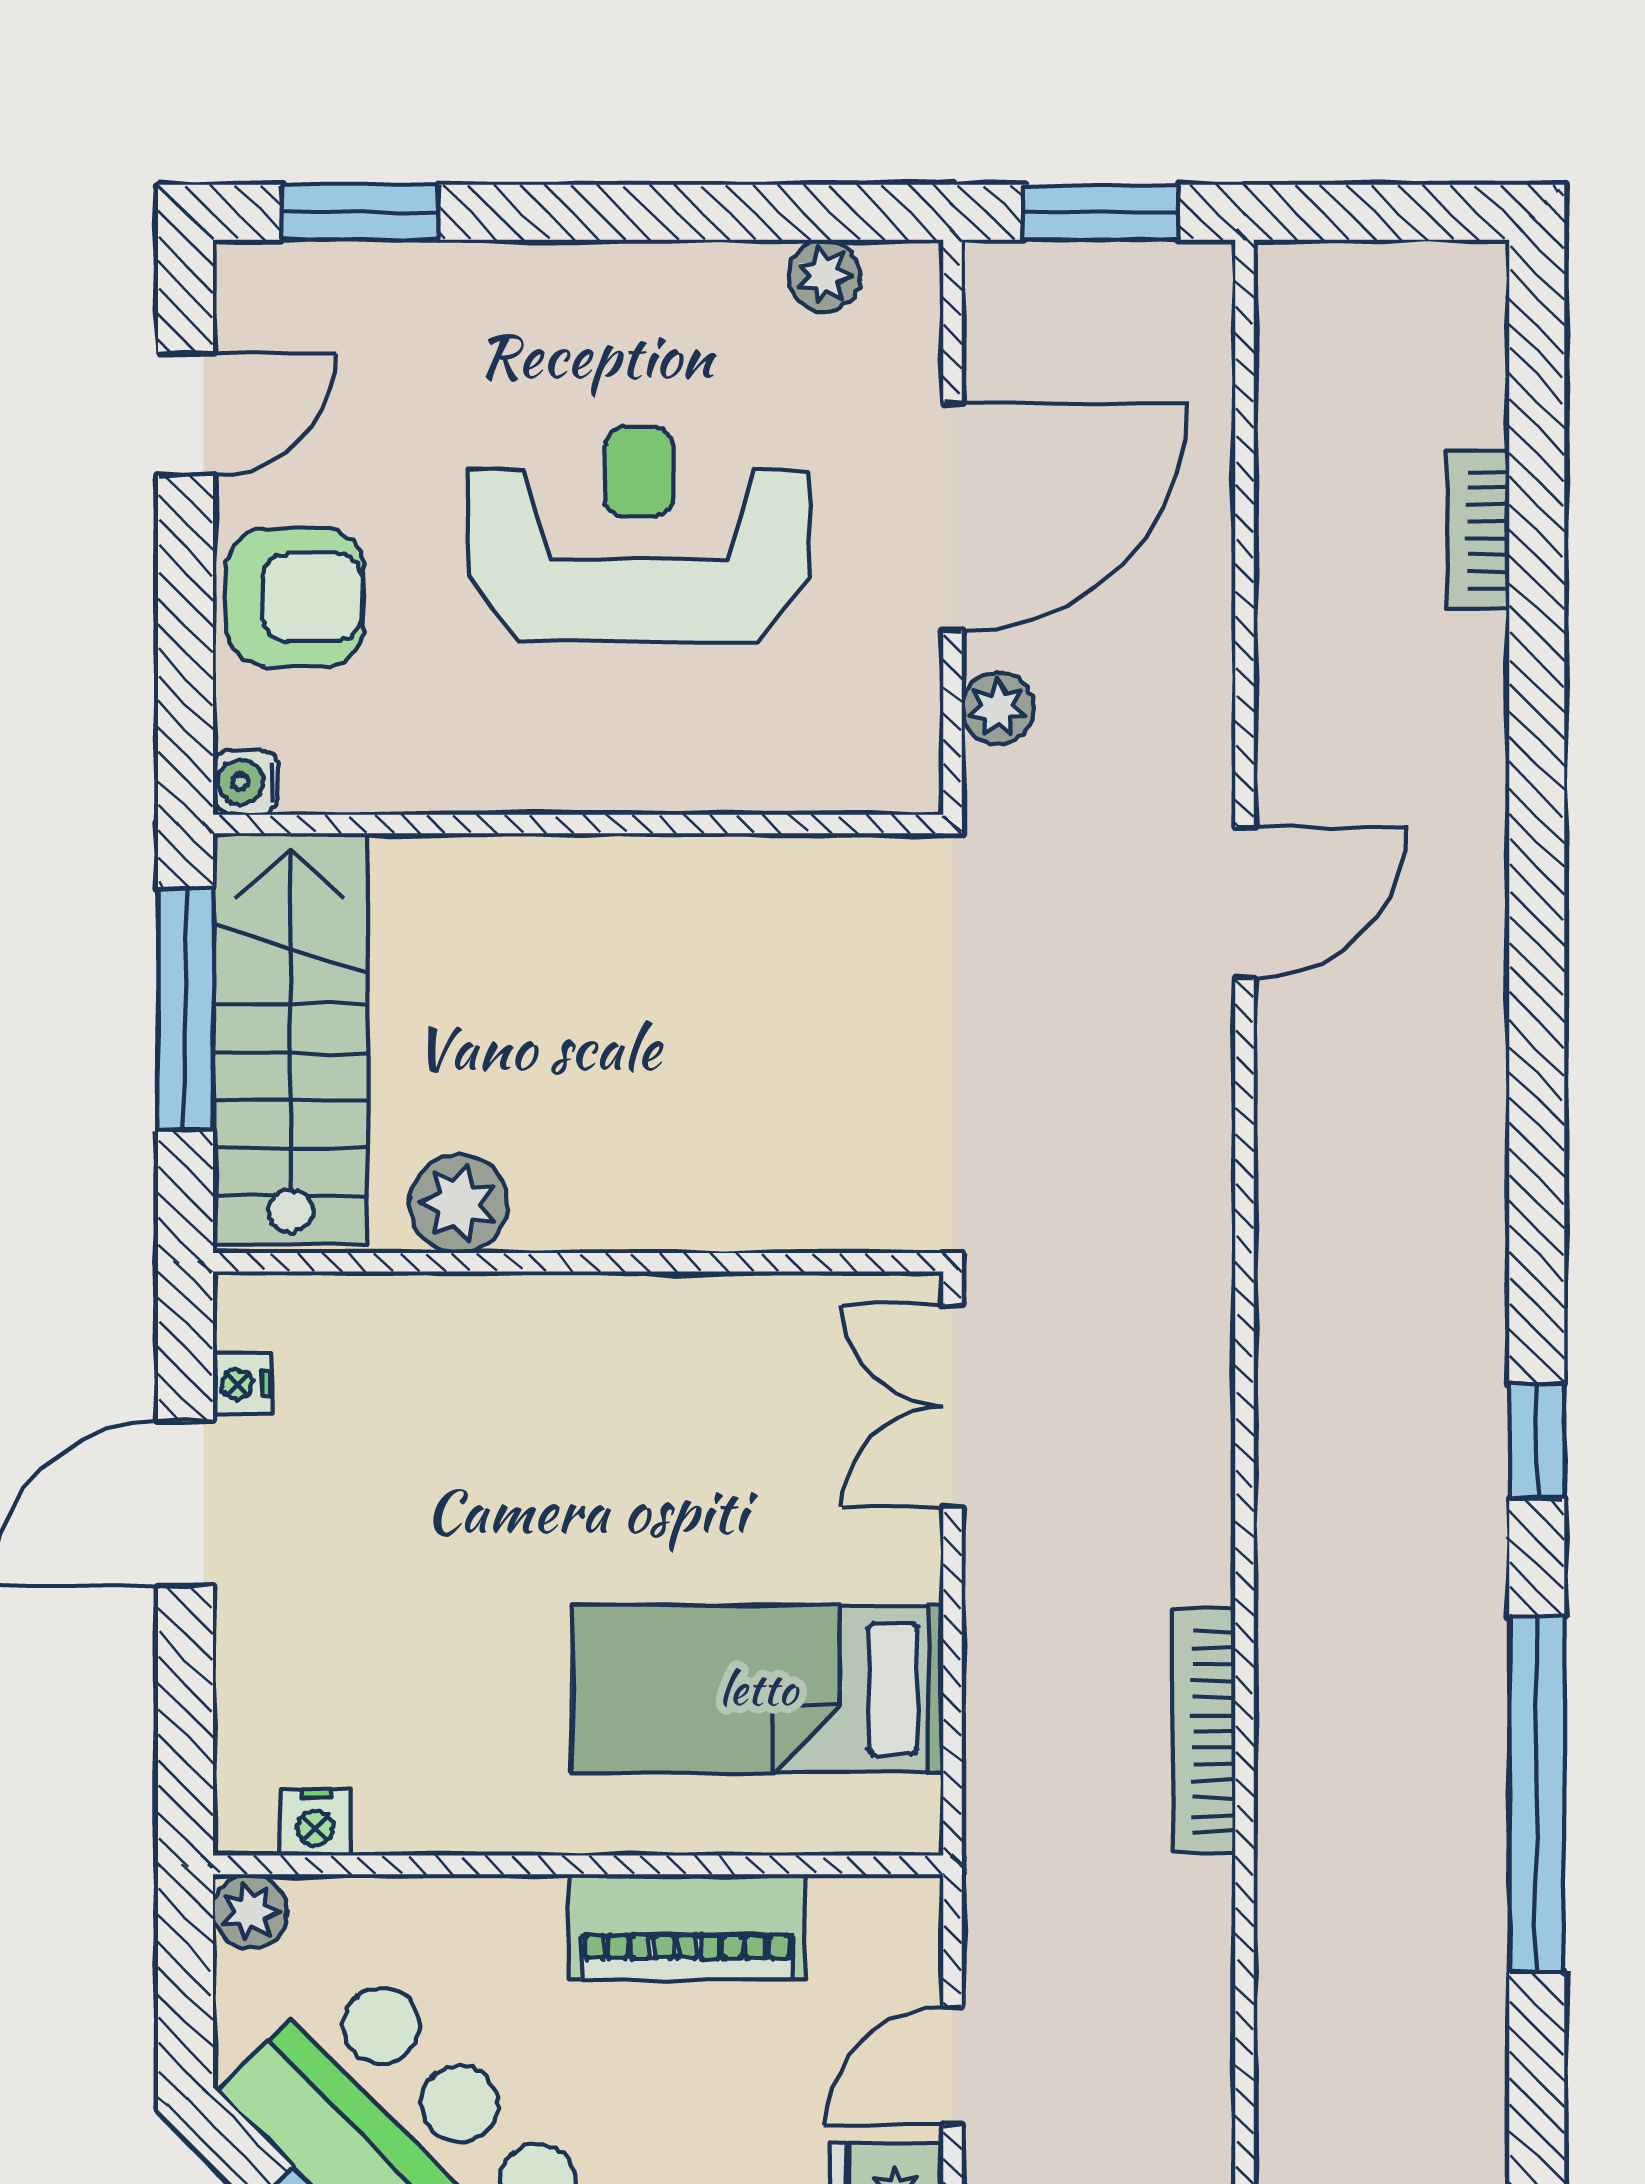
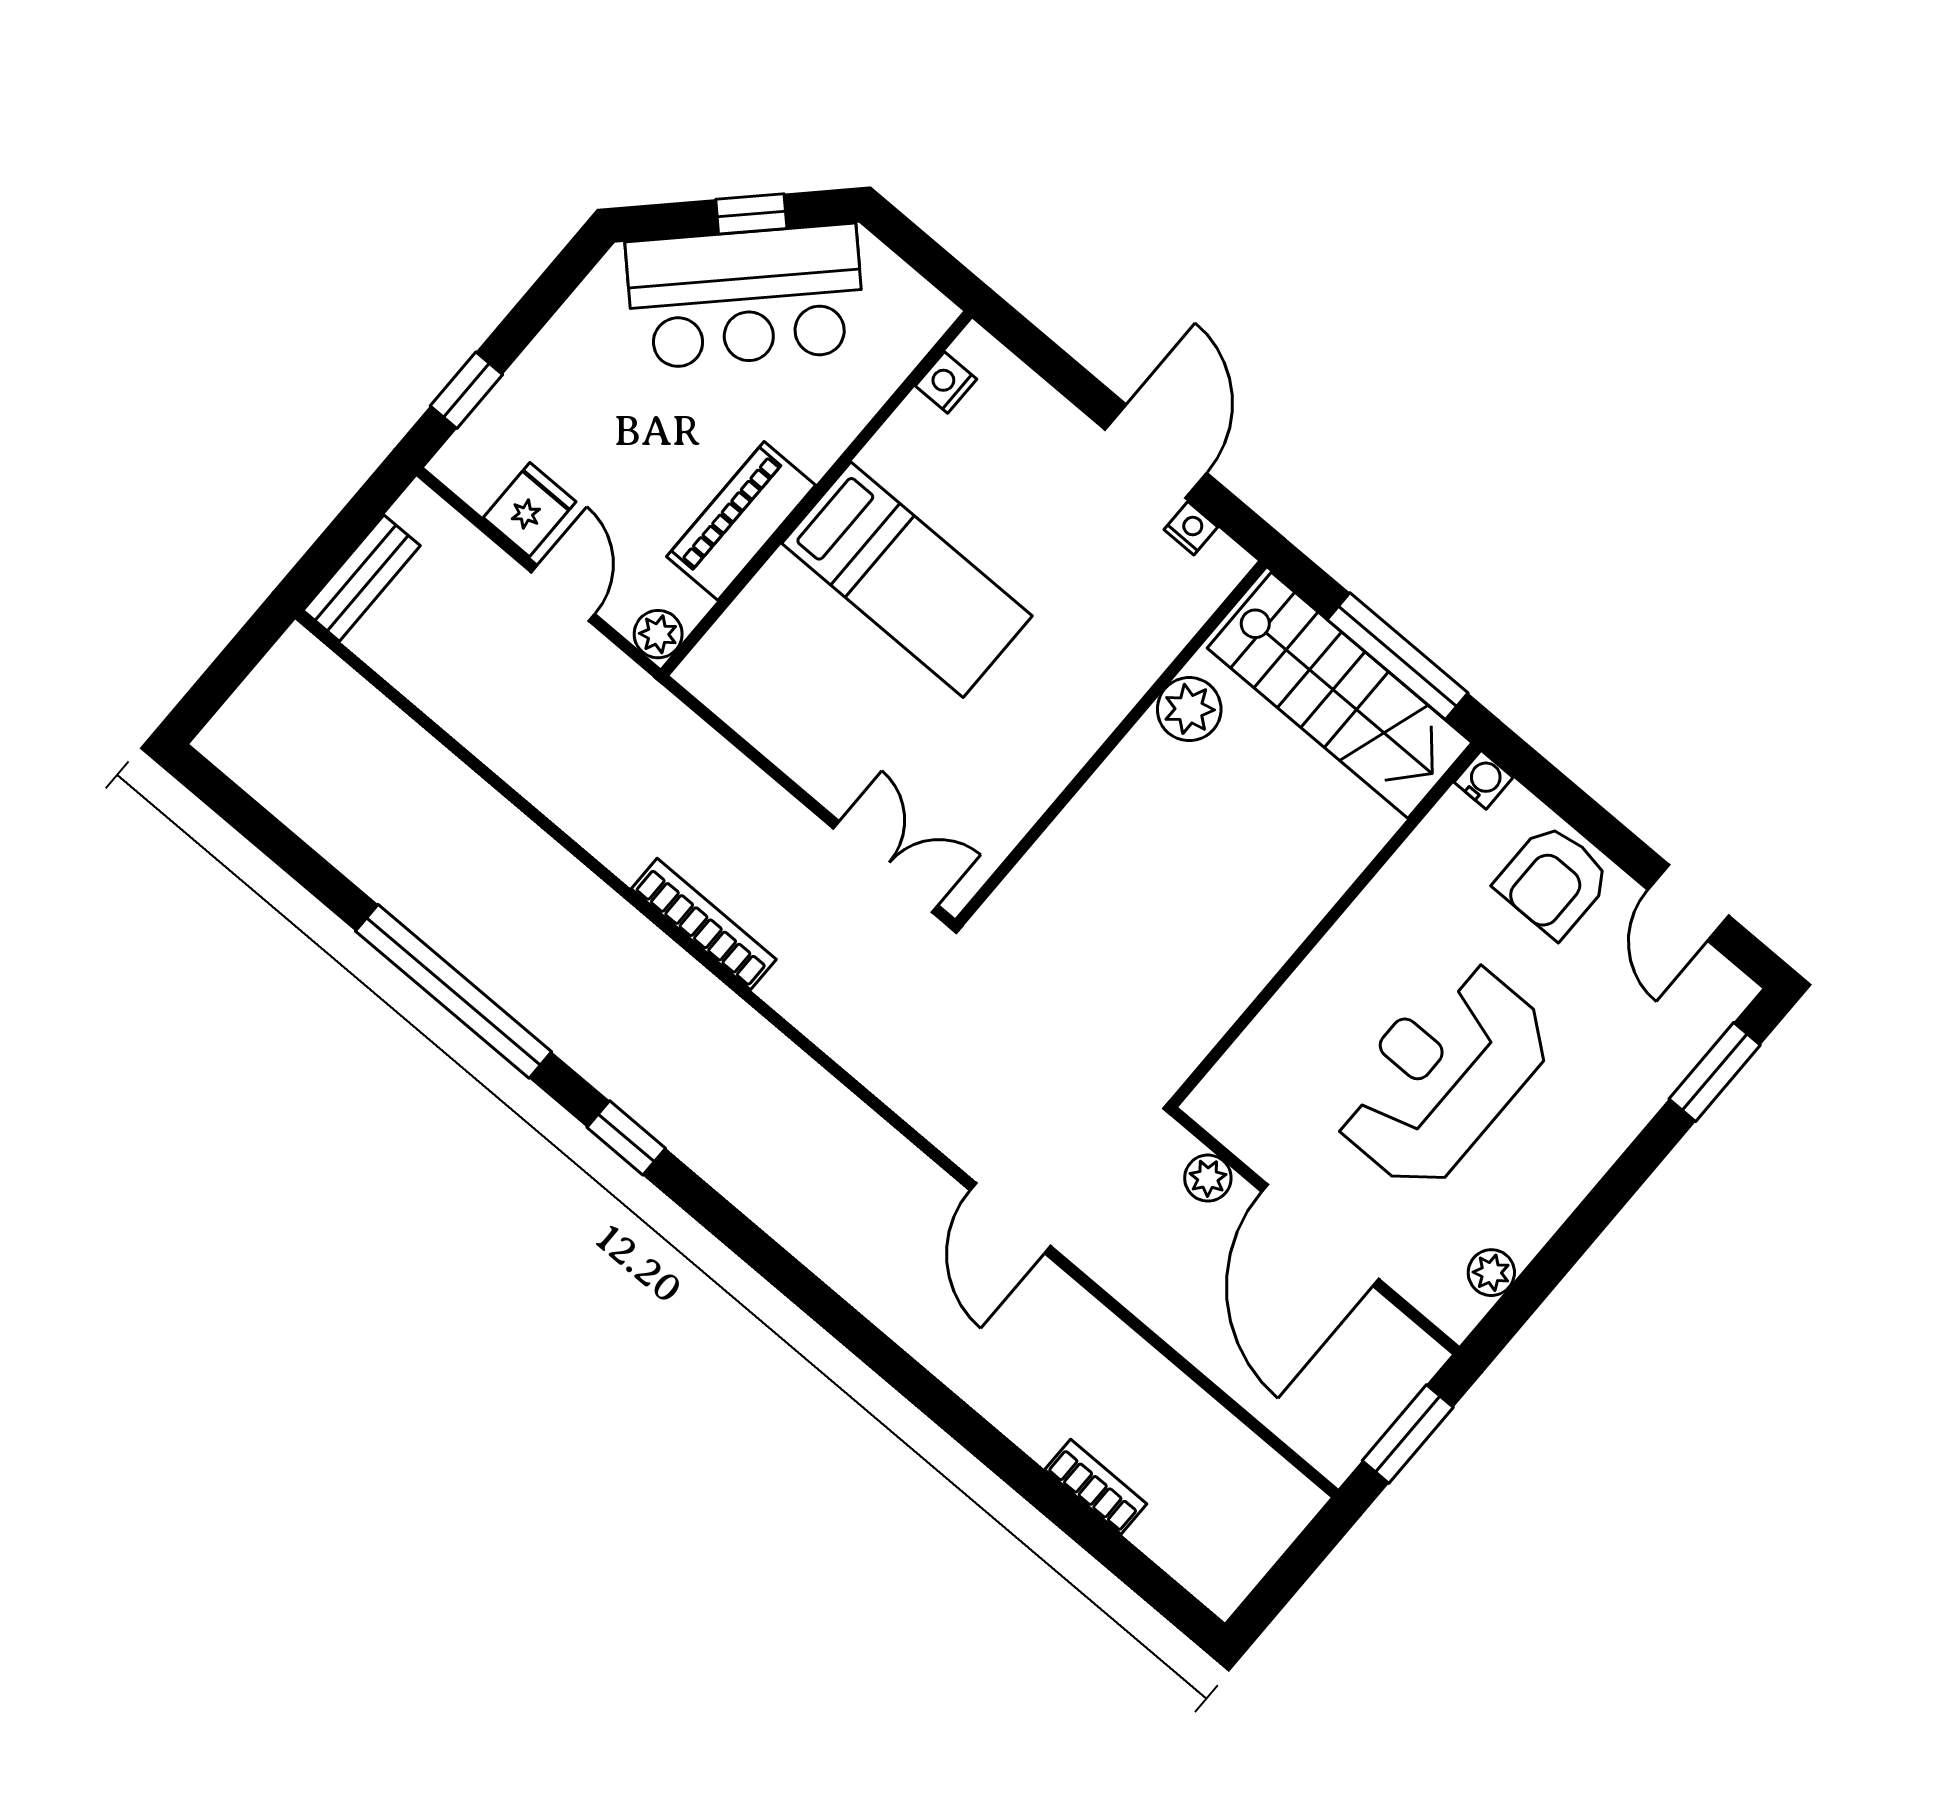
reception desk: (639, 534) -> (1442, 1075), turned 180
bed: (758, 1689) -> (907, 580), moved, turned 90
bookcase: (1204, 1731) -> (704, 924), moved
plant: (250, 1911) -> (658, 634), moved

